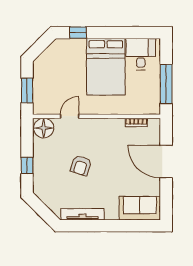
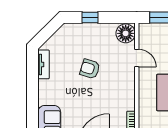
tv unit: (83, 214) -> (44, 64), width x0.71

